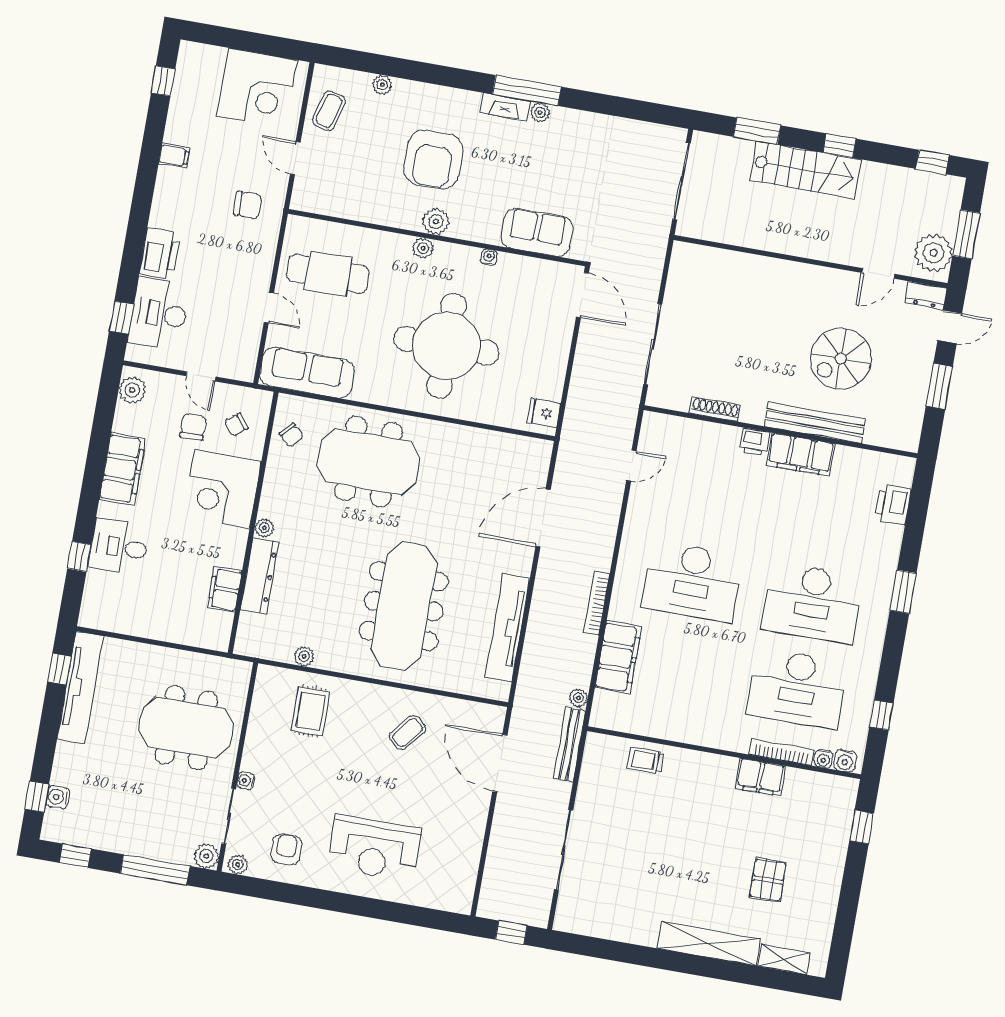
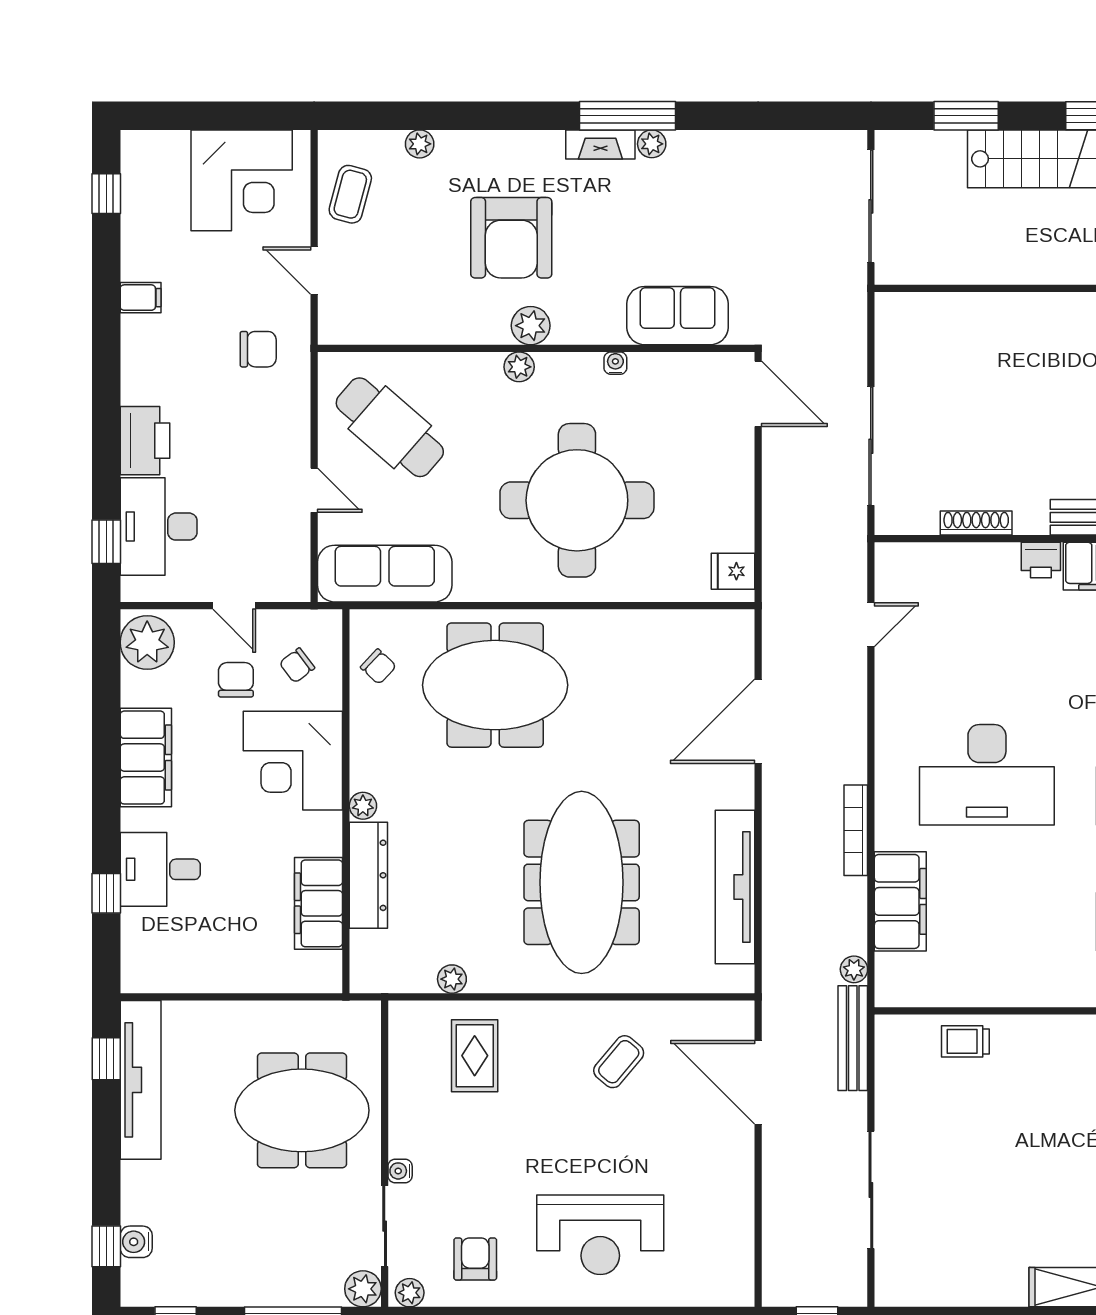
cafe table: (328, 274) -> (390, 427), turned 41
plant: (132, 390) -> (147, 642), width x1.36, depth x1.36
filing cabinet: (225, 589) -> (318, 903), width x1.50, depth x1.17

